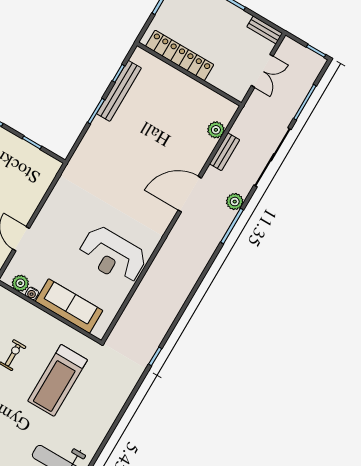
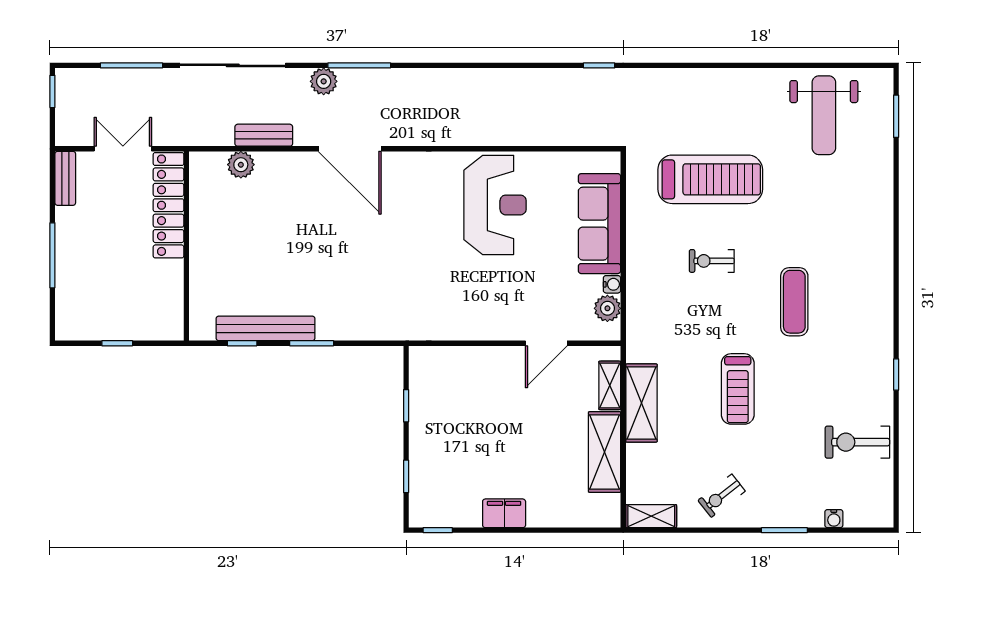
locker: (180, 55) -> (168, 205), moved

